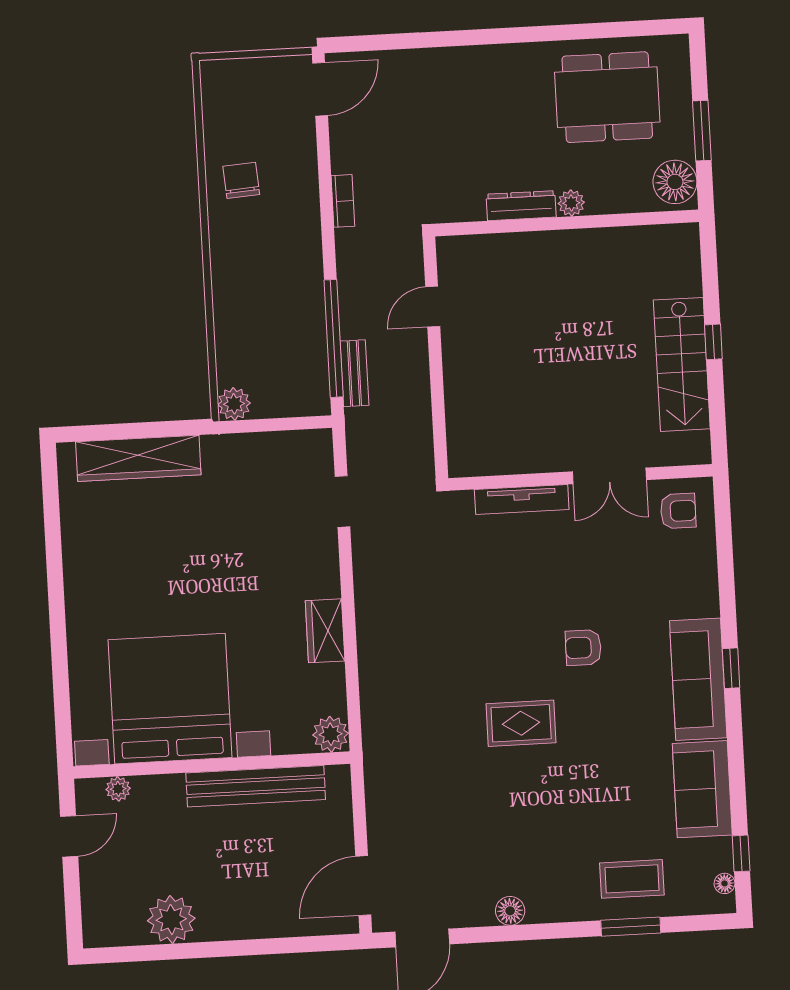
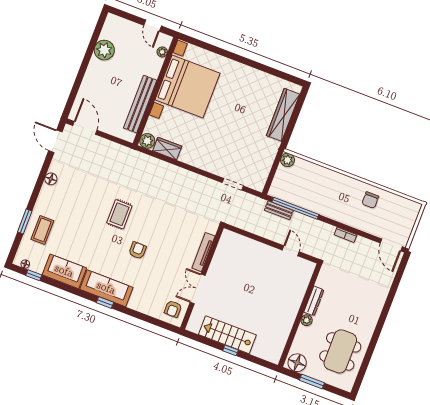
chair: (241, 180) -> (370, 200), turned 94
wardrobe: (325, 631) -> (167, 149), moved

